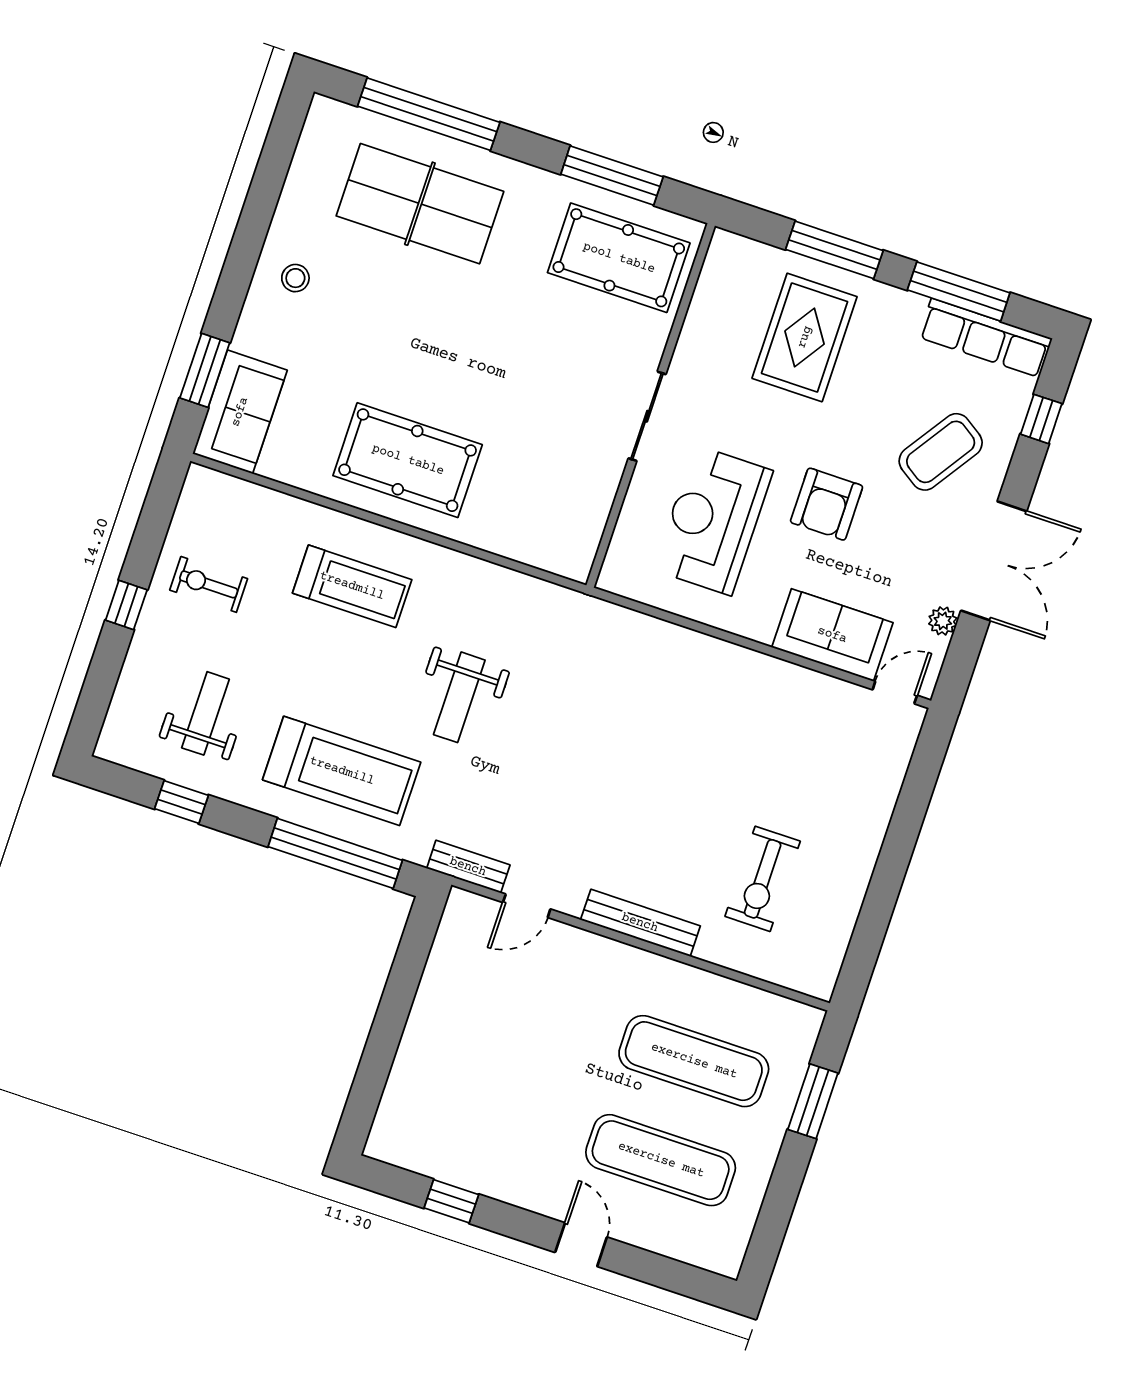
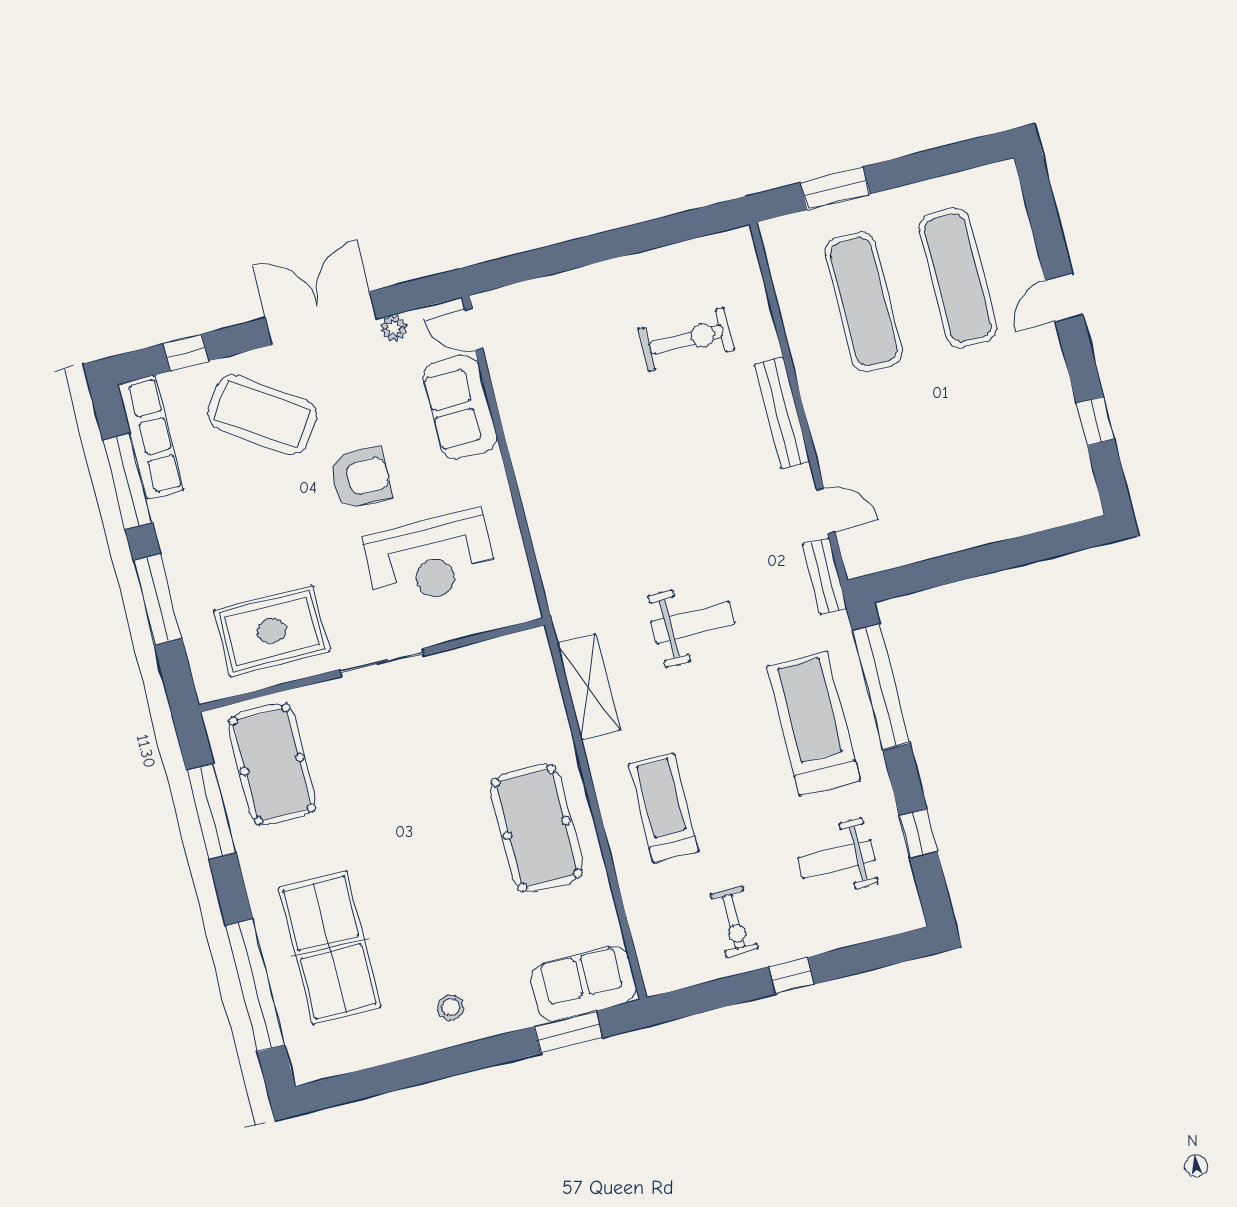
rug: (805, 337) -> (272, 631), moved
coffee table: (941, 452) -> (262, 415), width x1.36, depth x1.32
shelving: (505, 589) -> (588, 687), added
weight bench: (459, 697) -> (693, 623), moved

